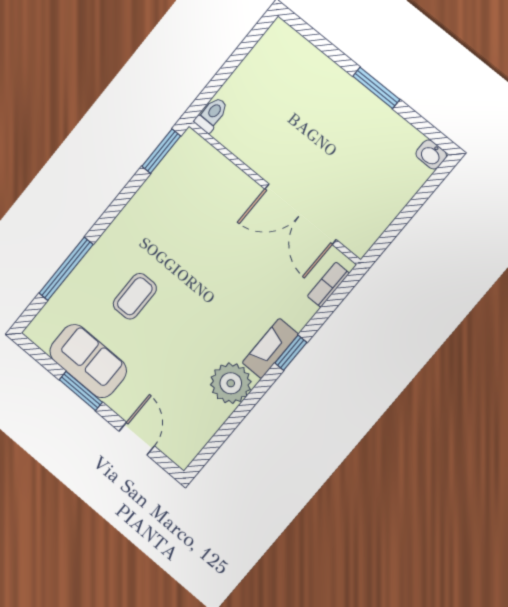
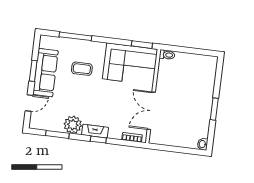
corner sofa: (184, 198) -> (130, 64), added
sofa: (88, 361) -> (45, 73), width x1.36
window: (231, 425) -> (57, 134), added

